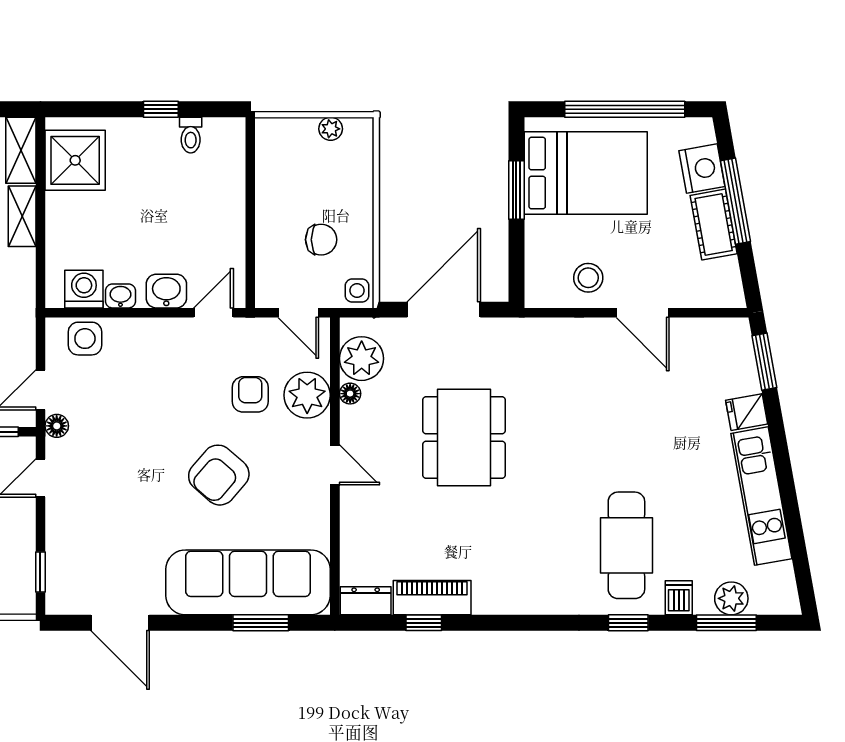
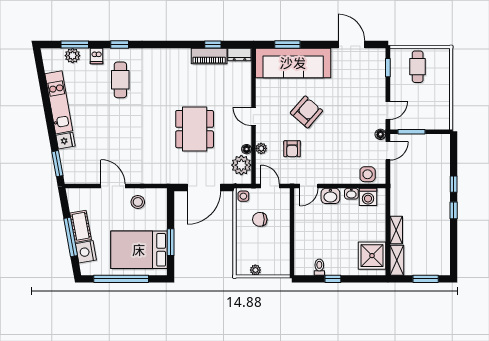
plant: (307, 395) -> (261, 148), width x0.53, depth x0.53
cafe table: (626, 545) -> (120, 80), width x0.73, depth x0.74

